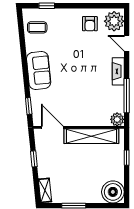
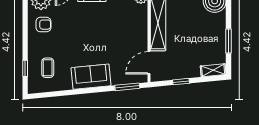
coffee table: (37, 27) -> (48, 68), moved
window: (29, 106) -> (127, 87), width x1.50

